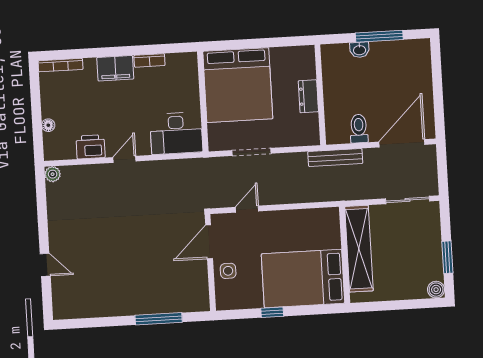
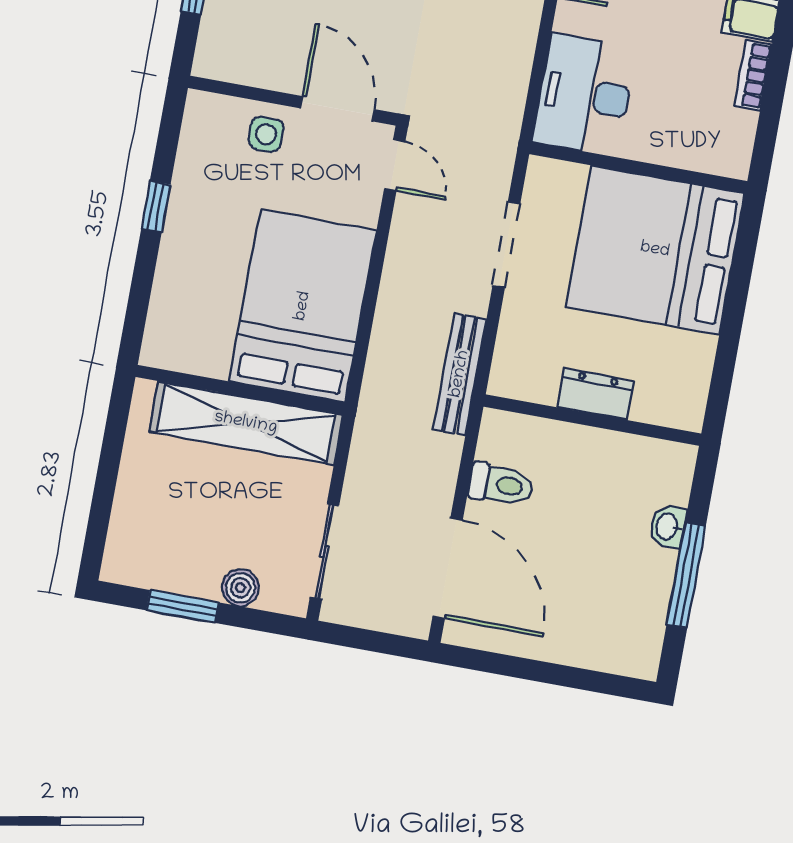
bench: (335, 158) -> (460, 374), moved
door: (247, 209) -> (395, 165), moved
bed: (303, 279) -> (303, 306), moved
boiler: (436, 290) -> (240, 588), moved

